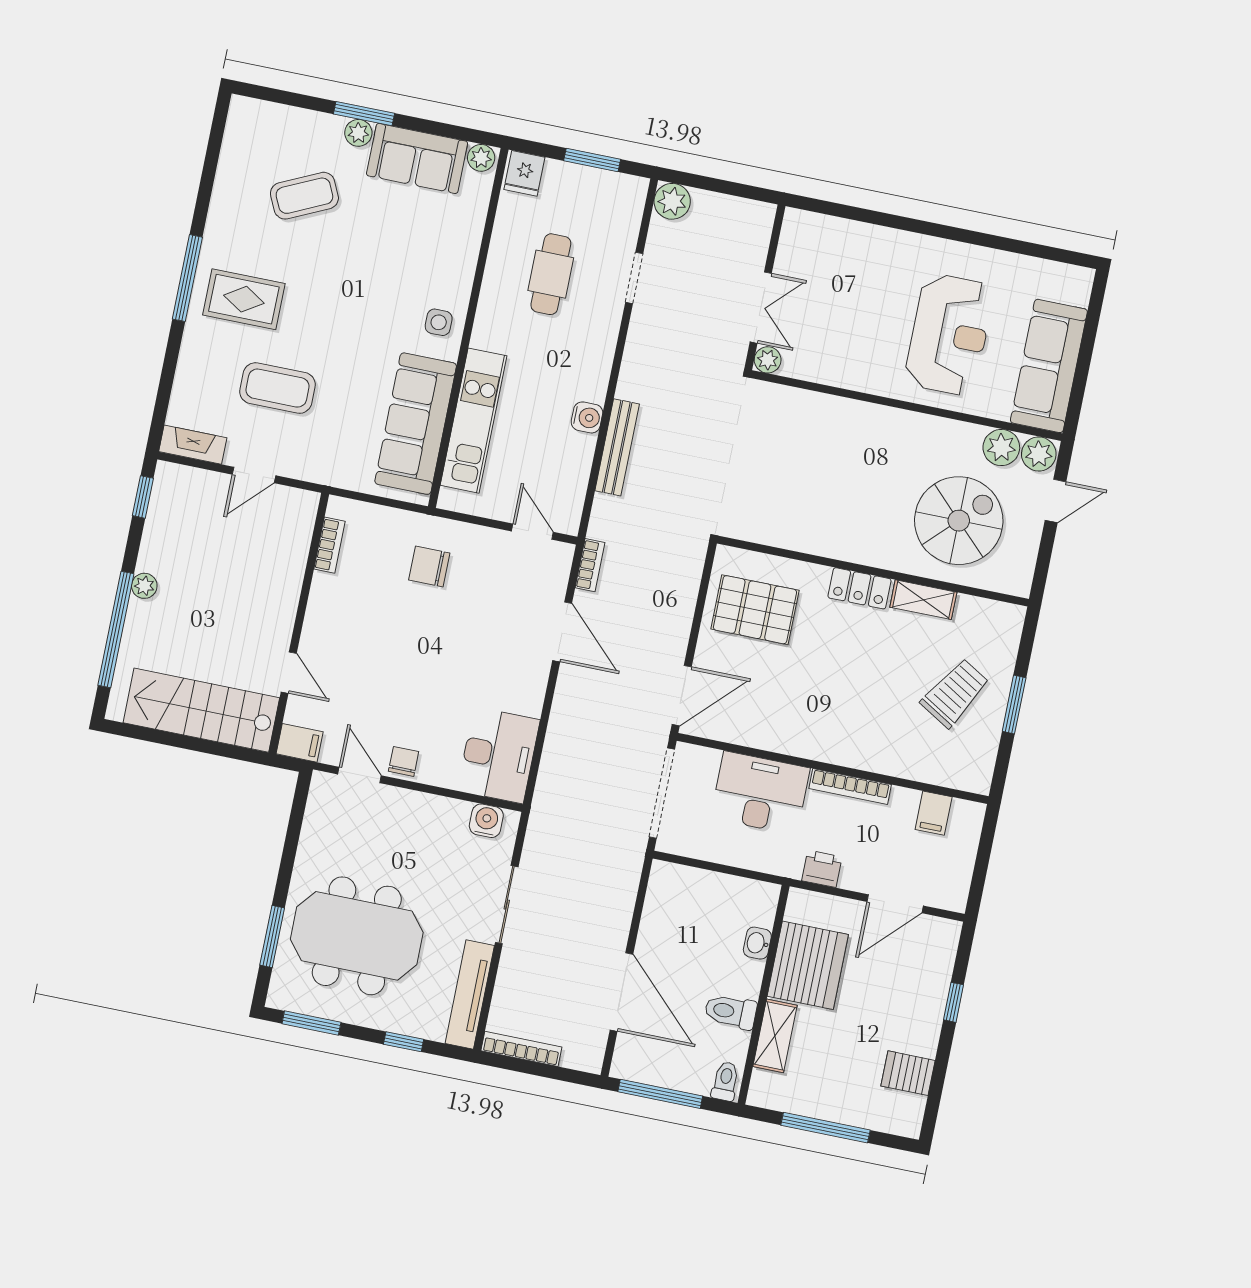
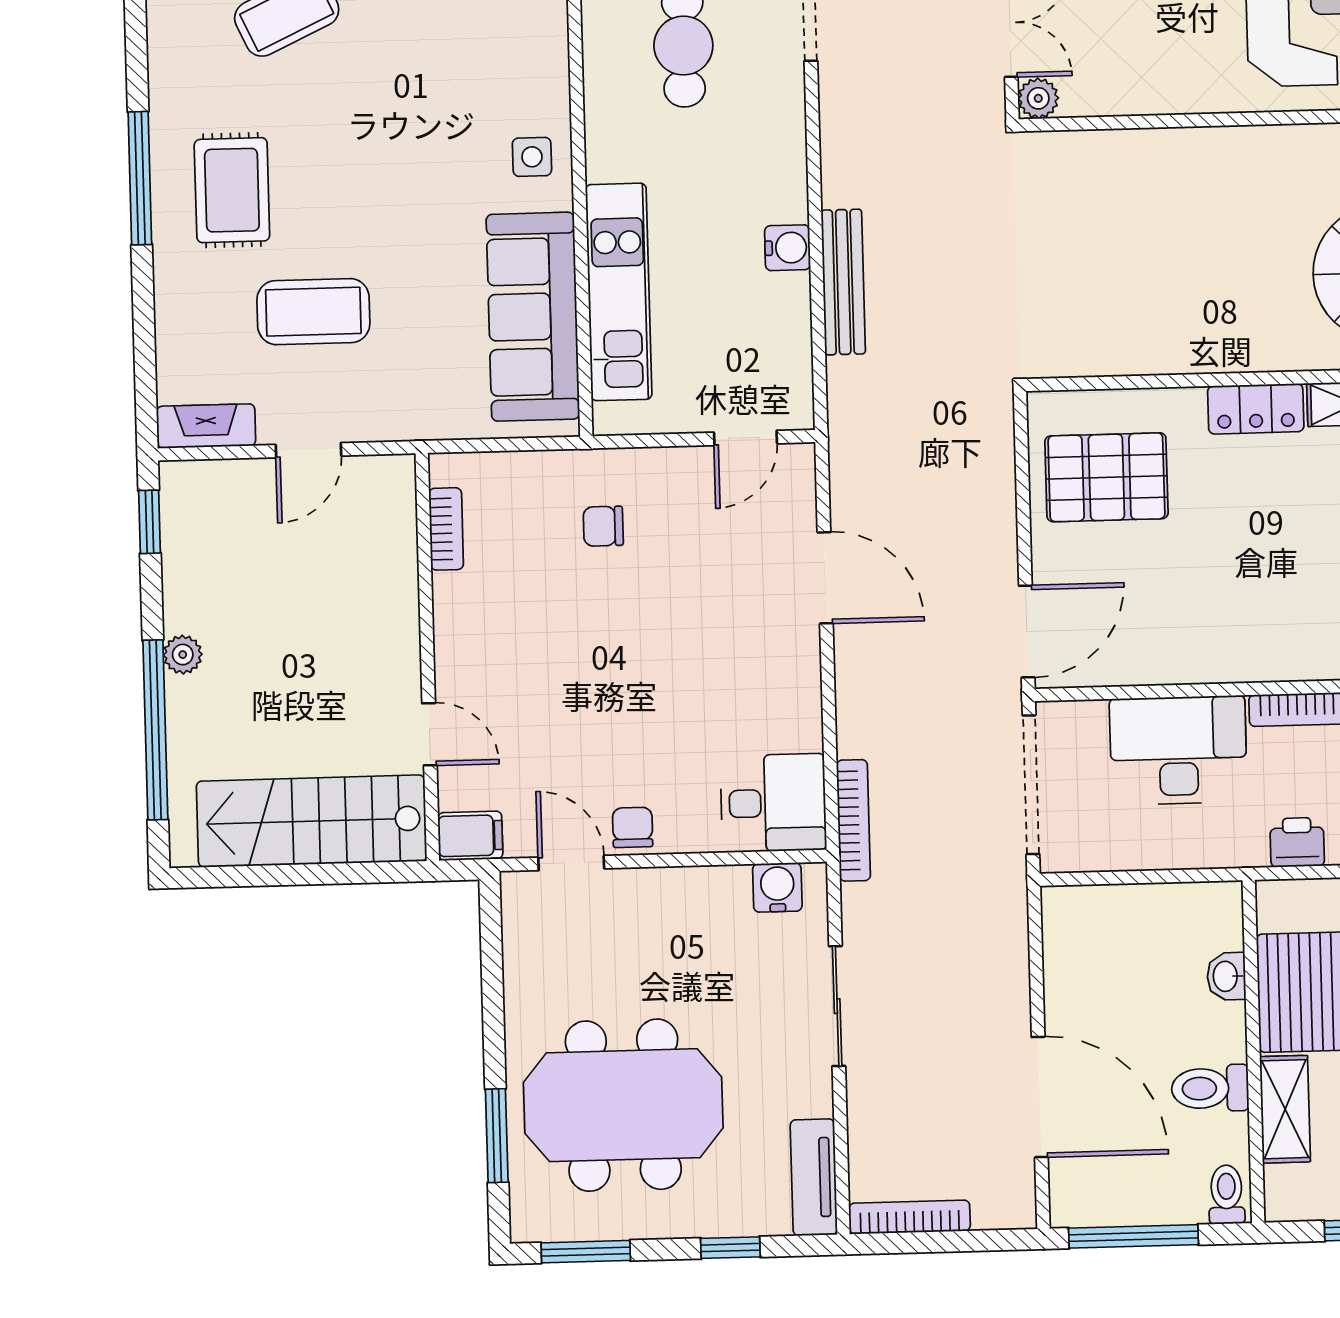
rug: (244, 299) -> (232, 190), turned 90
door: (532, 532) -> (745, 438), swing flipped
bookcase: (590, 565) -> (853, 820), moved, width x1.56
chair: (429, 567) -> (603, 526), width x0.73, depth x0.73
desk: (499, 755) -> (773, 803), width x0.73
tv unit: (470, 994) -> (814, 1177), width x0.71

